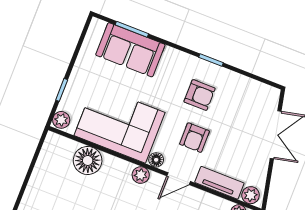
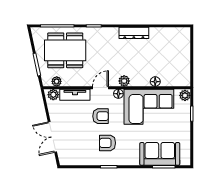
armchair: (195, 138) -> (101, 116), turned 90
floor lamp: (88, 160) -> (155, 82), width x0.53, depth x0.53

